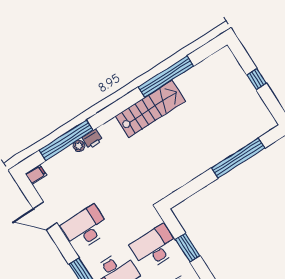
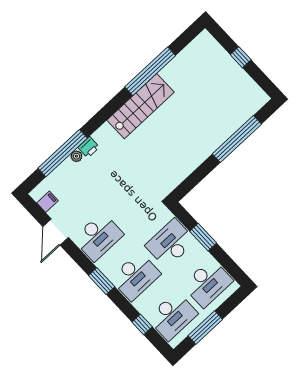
filing cabinet: (36, 174) -> (47, 202), moved
door: (45, 216) -> (56, 232), hinge flipped
desk: (86, 228) -> (98, 237), turned 180

